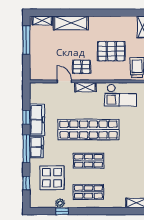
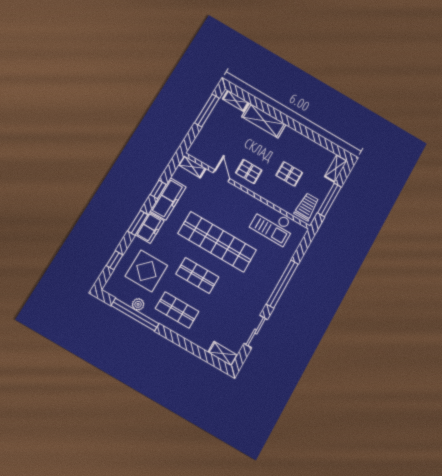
pallet: (111, 51) -> (289, 174), width x0.67, depth x0.71
shelving: (85, 87) -> (192, 167), moved
window: (26, 149) -> (138, 223), width x0.69
window: (62, 211) -> (135, 315), width x3.17

